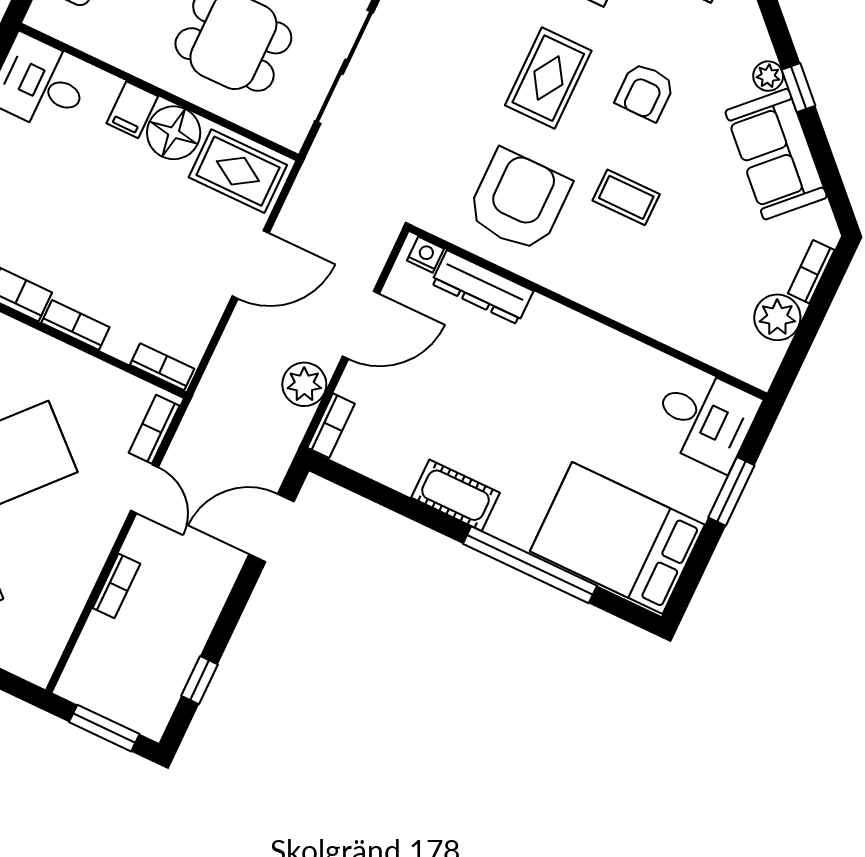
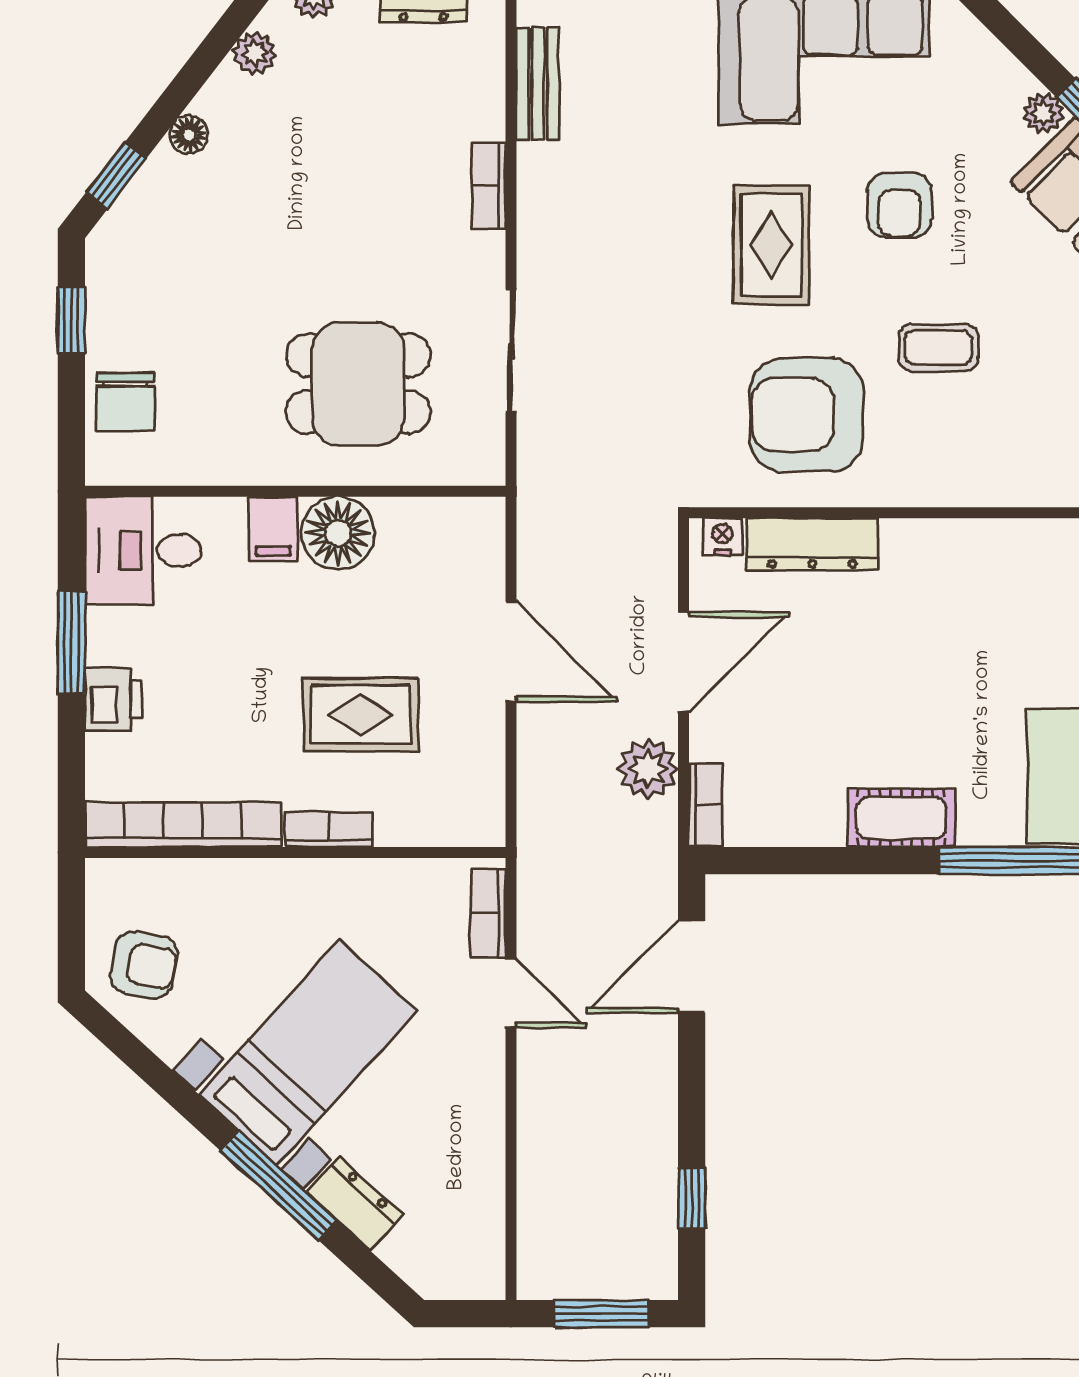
sliding door: (344, 67) -> (511, 351), width x0.73
rug: (238, 171) -> (361, 715), moved
armchair: (519, 201) -> (807, 415), turned -90
door: (251, 265) -> (511, 652), hinge flipped
bookcase: (162, 367) -> (461, 831), removed
bookcase: (116, 586) -> (533, 1130), removed

